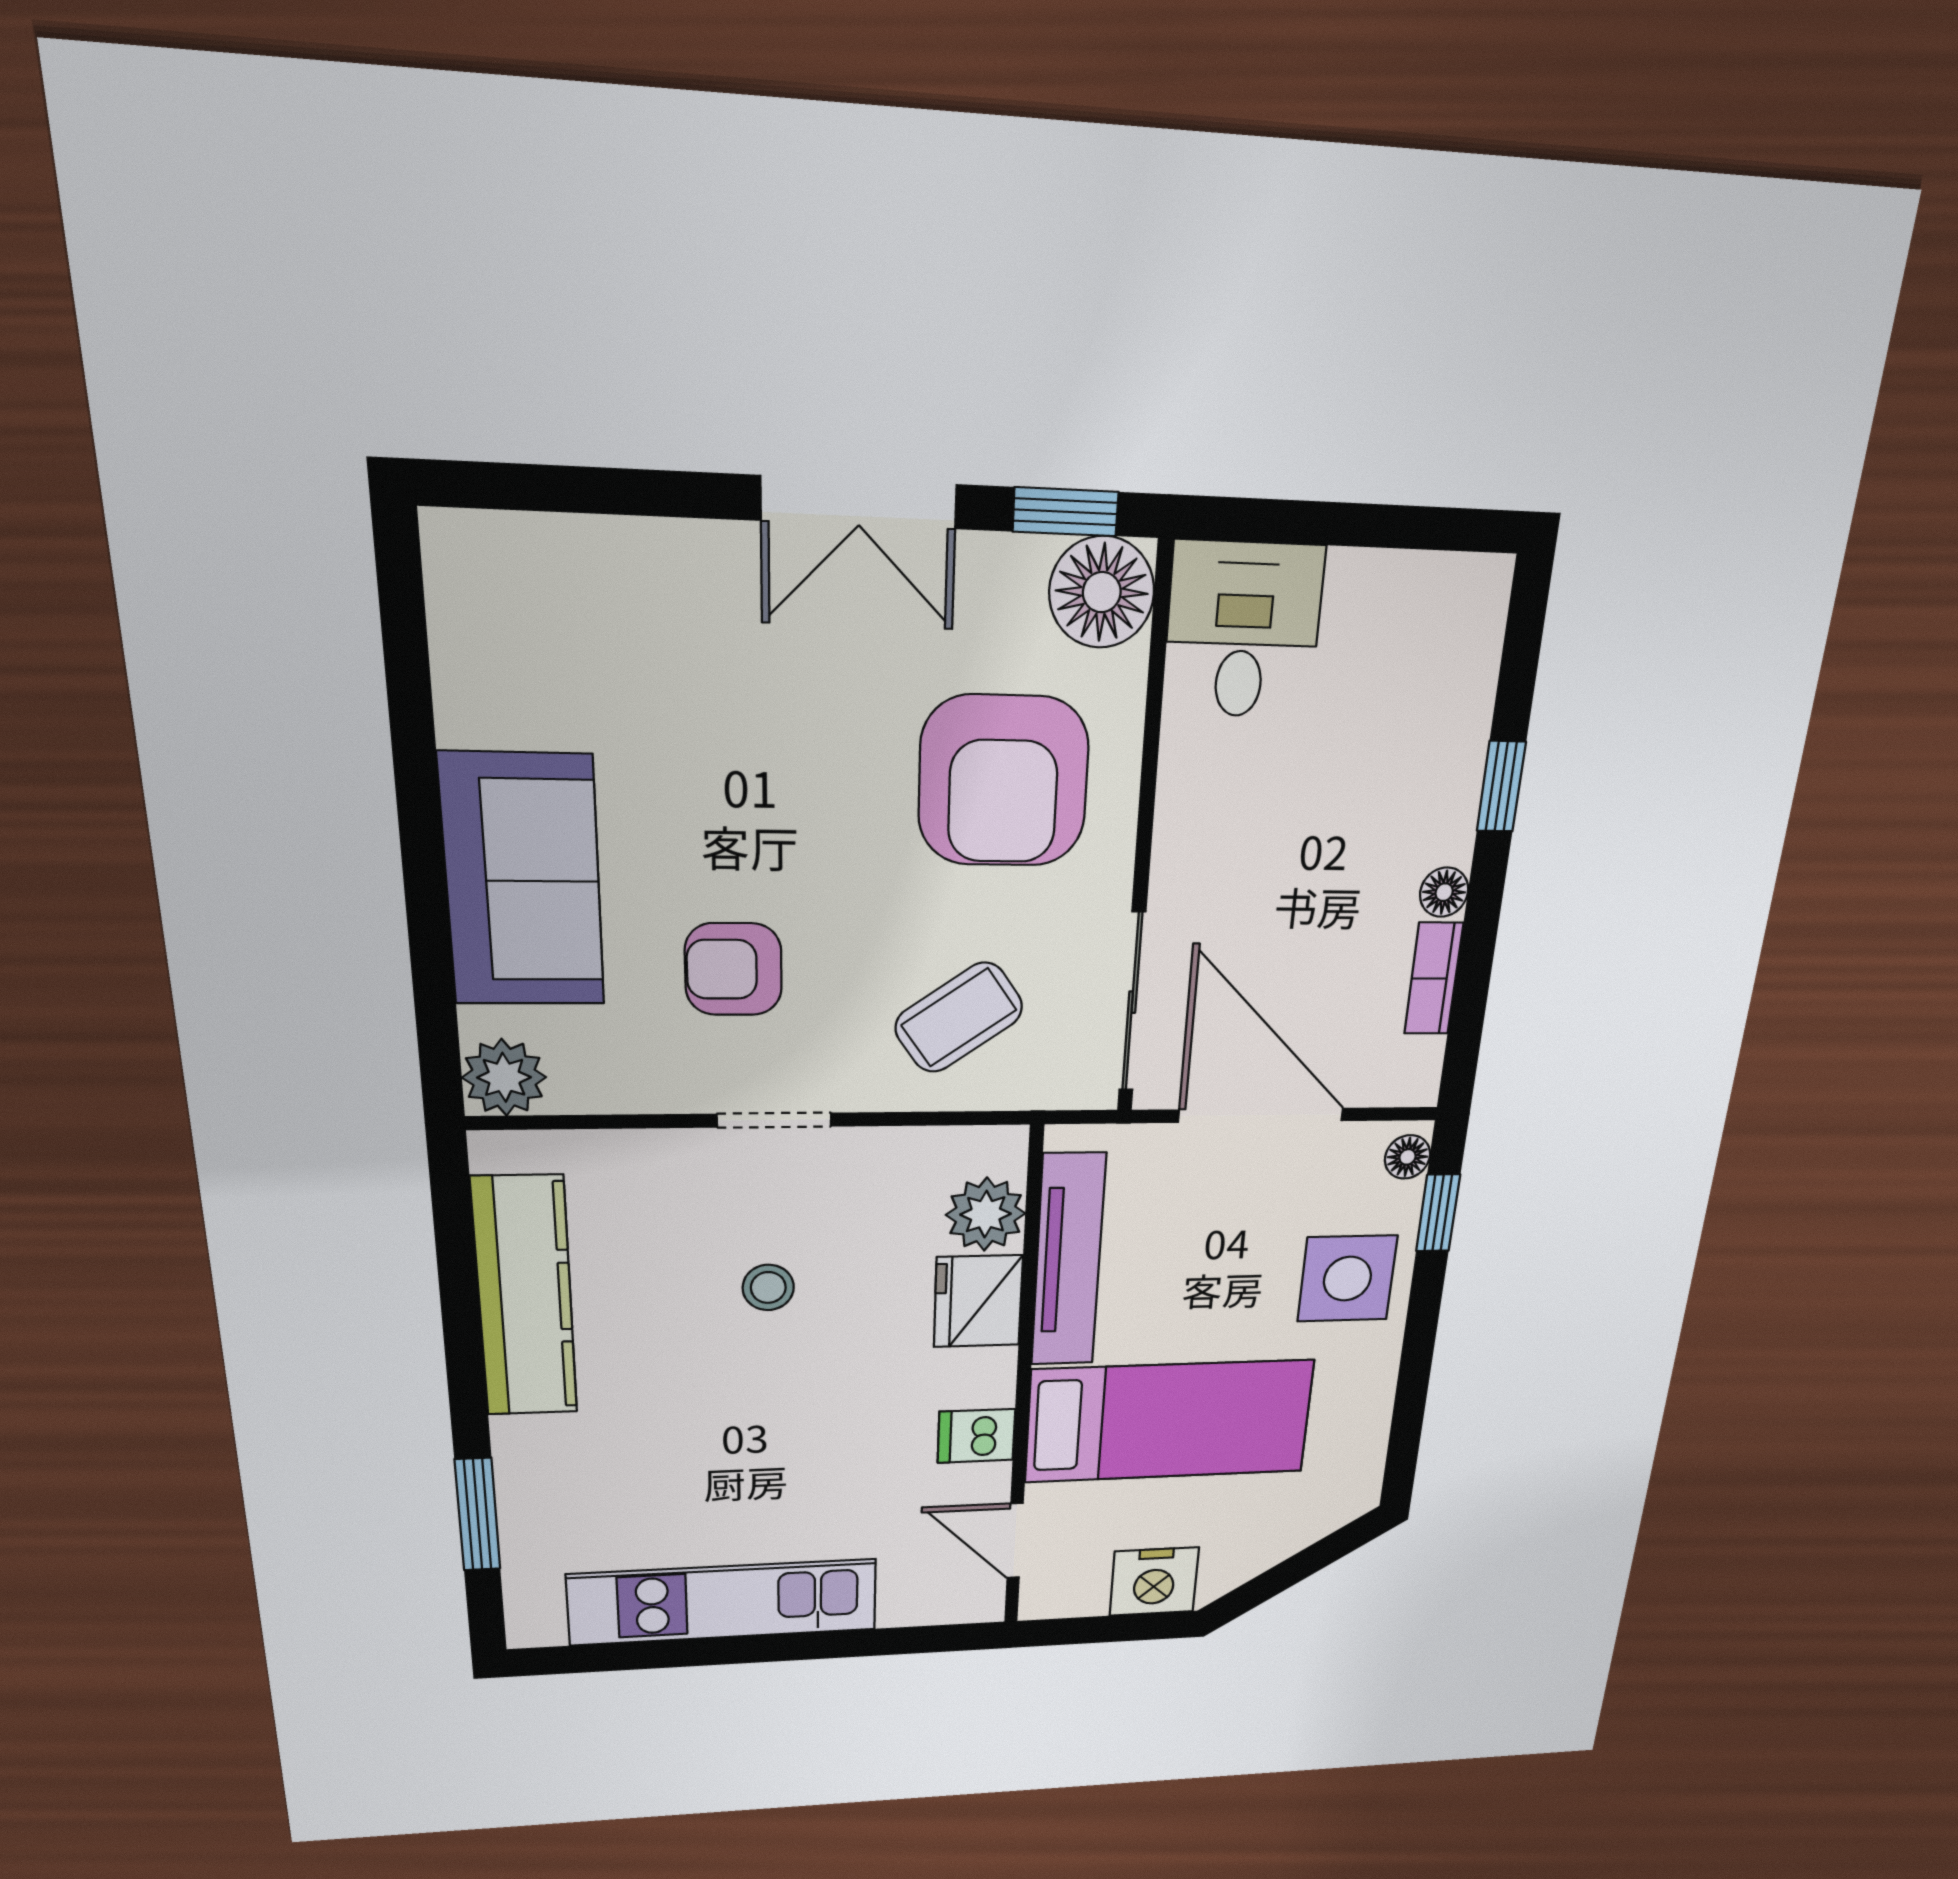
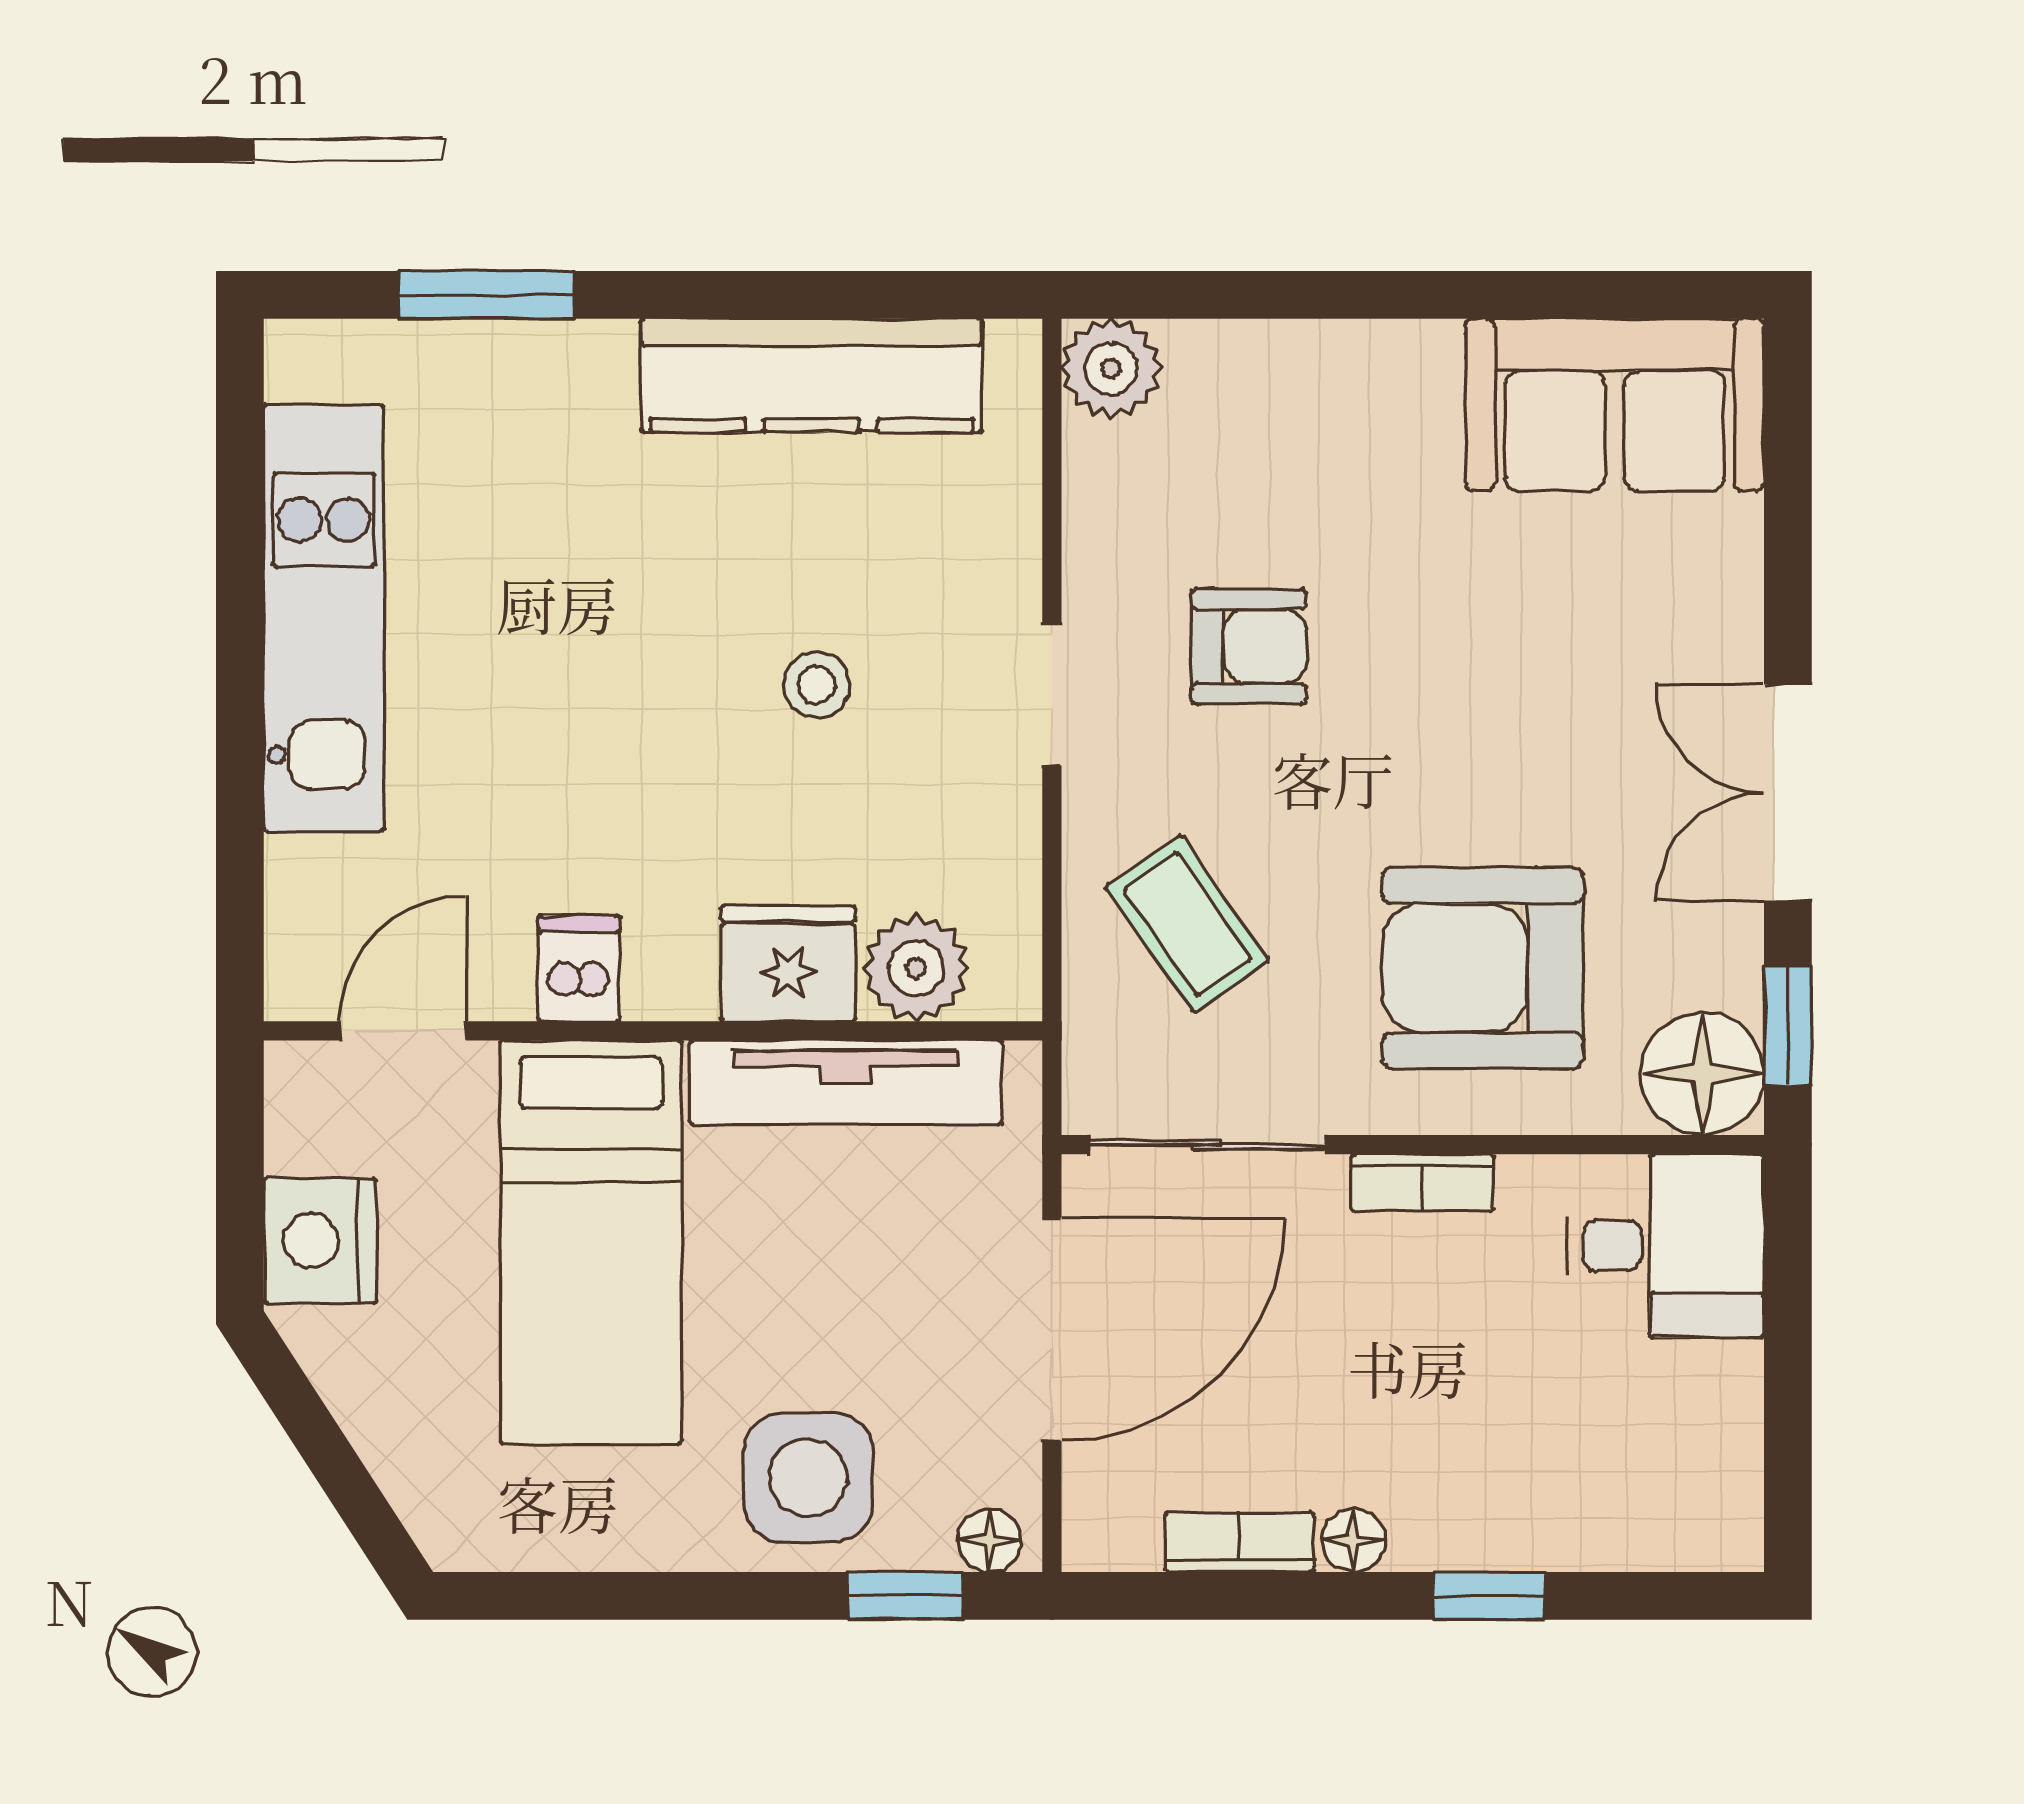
bookcase: (1175, 834) -> (1422, 1183), added
sofa: (523, 881) -> (1615, 405), moved
armchair: (733, 969) -> (1249, 646), turned 90

